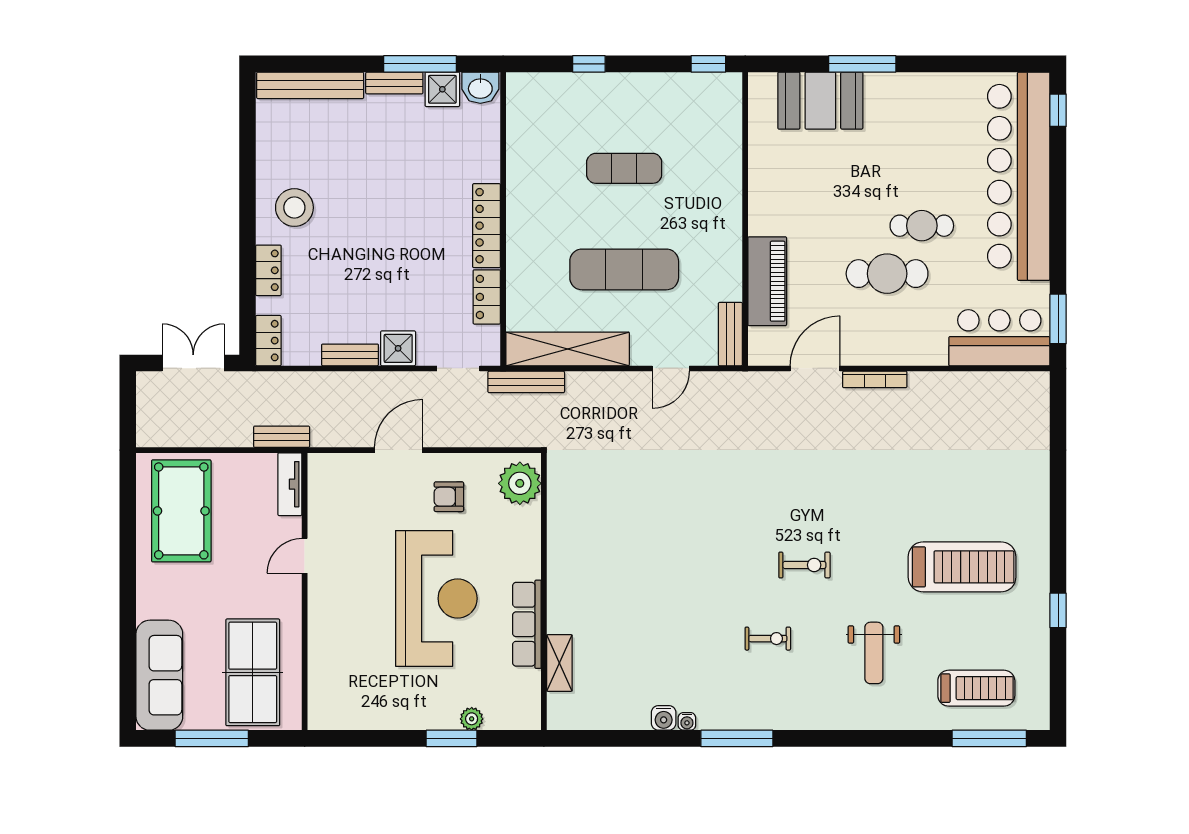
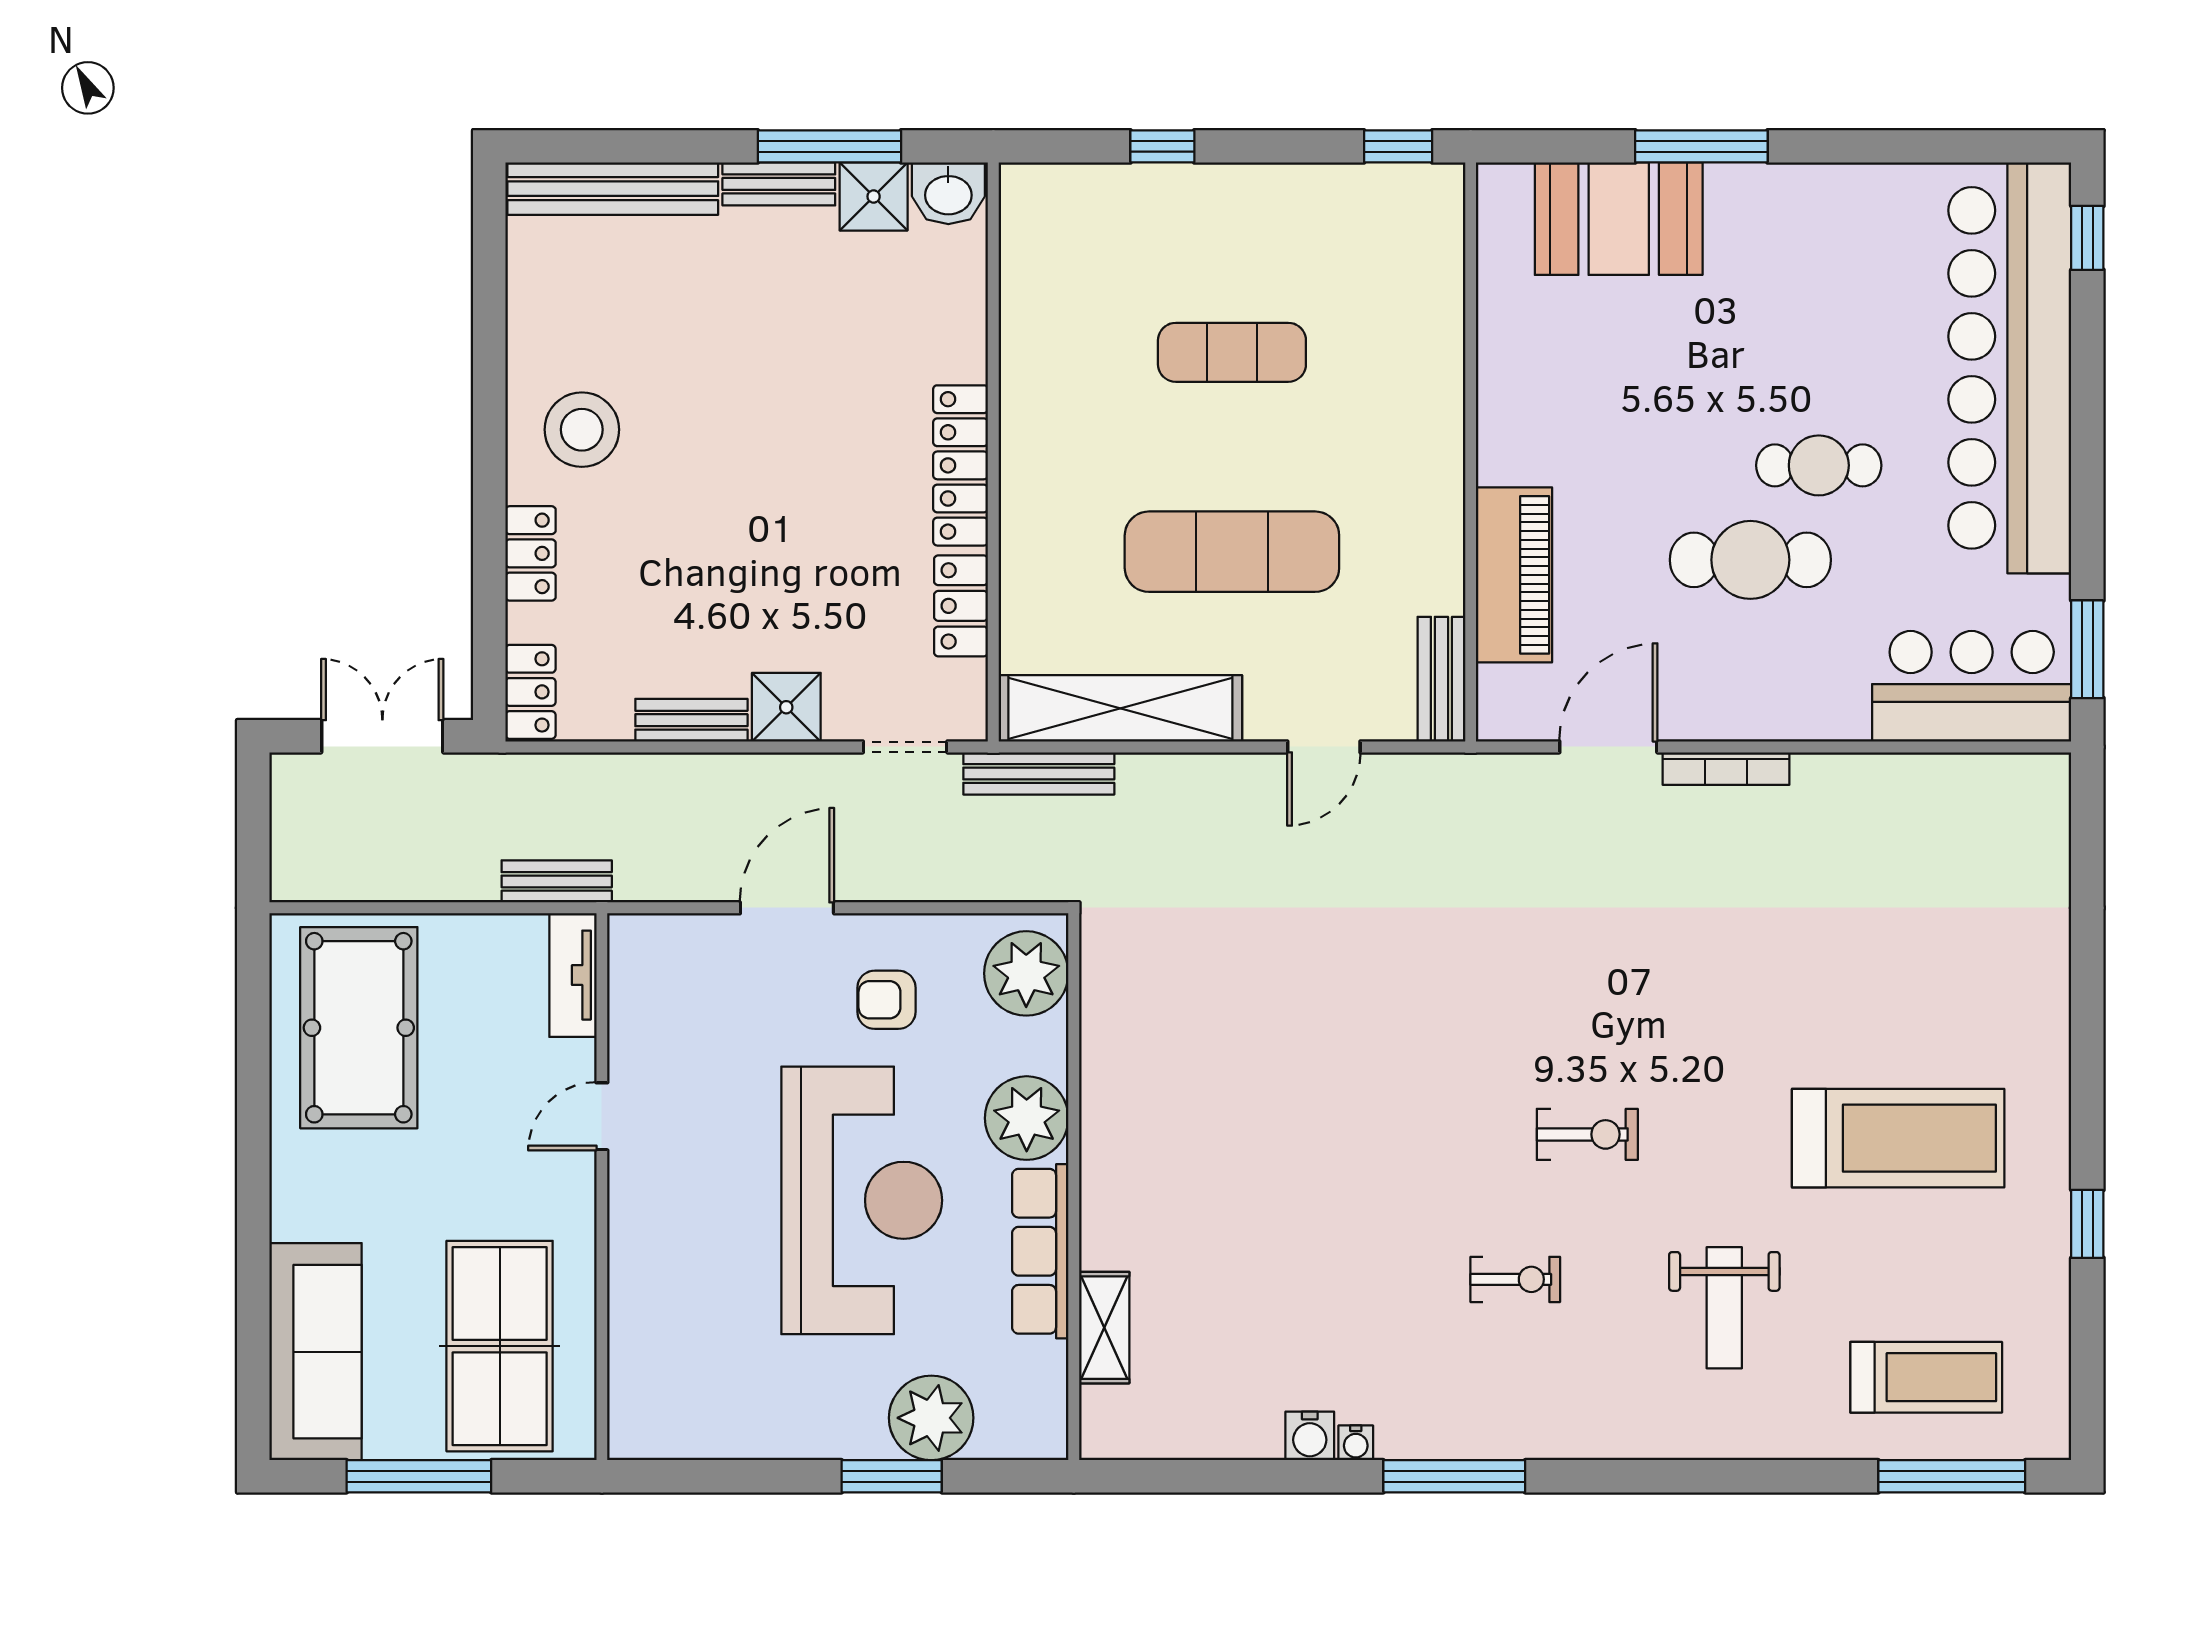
plant: (520, 557) -> (1027, 1118), added
plant: (472, 719) -> (931, 1418), width x1.87, depth x1.87

